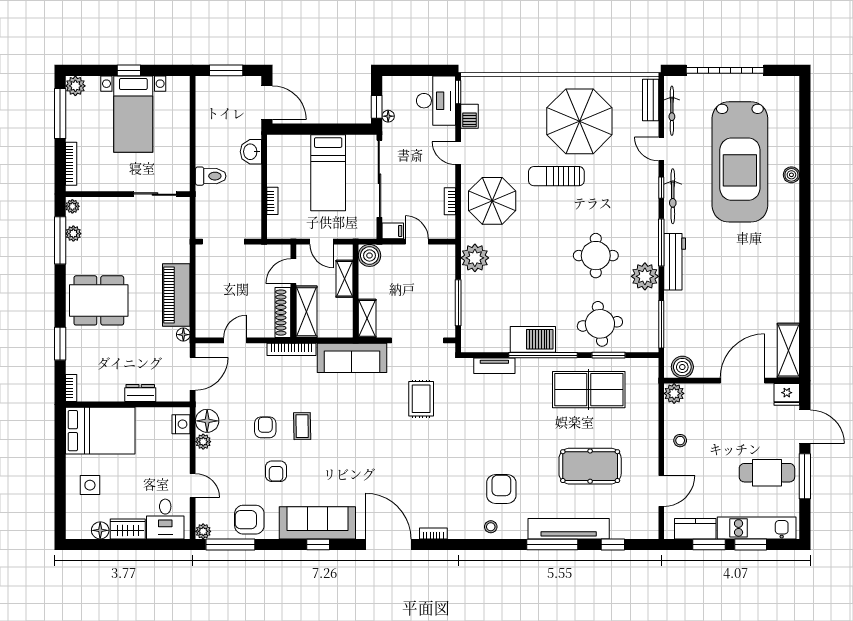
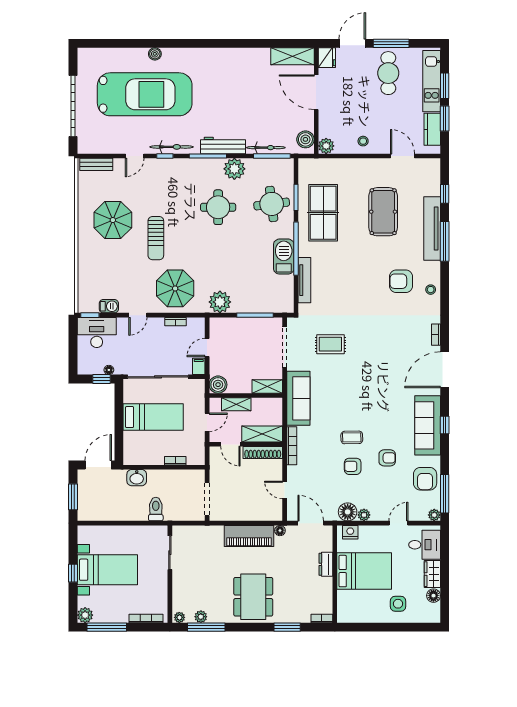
bicycle: (672, 111) -> (266, 148), moved
parasol: (579, 121) -> (113, 220), width x0.73, depth x0.73
tv unit: (494, 366) -> (304, 280), width x1.41
bed: (100, 431) -> (364, 571), moved, turned 90

